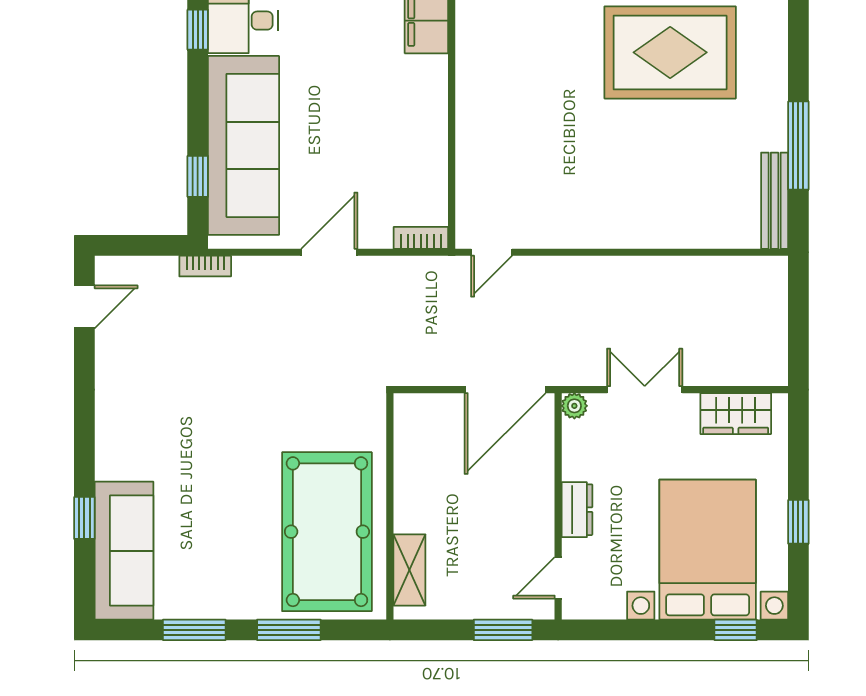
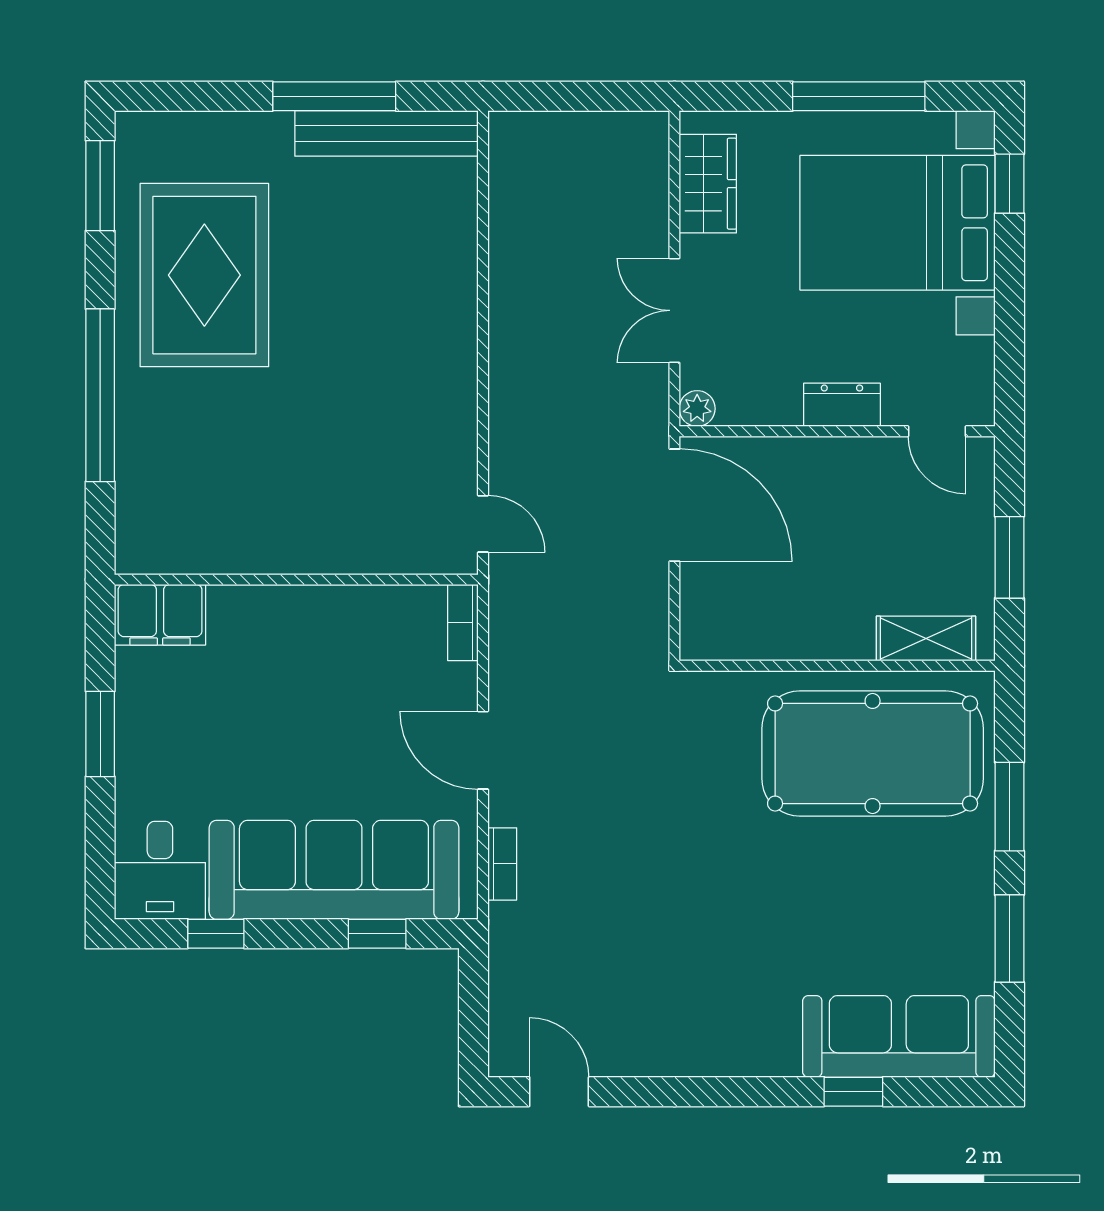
window: (198, 30) -> (216, 934), moved
bench: (775, 201) -> (387, 133), width x1.37, depth x1.21
bookcase: (205, 266) -> (502, 864), moved
window: (798, 522) -> (859, 96), width x2.17
window: (503, 630) -> (1009, 557), moved

